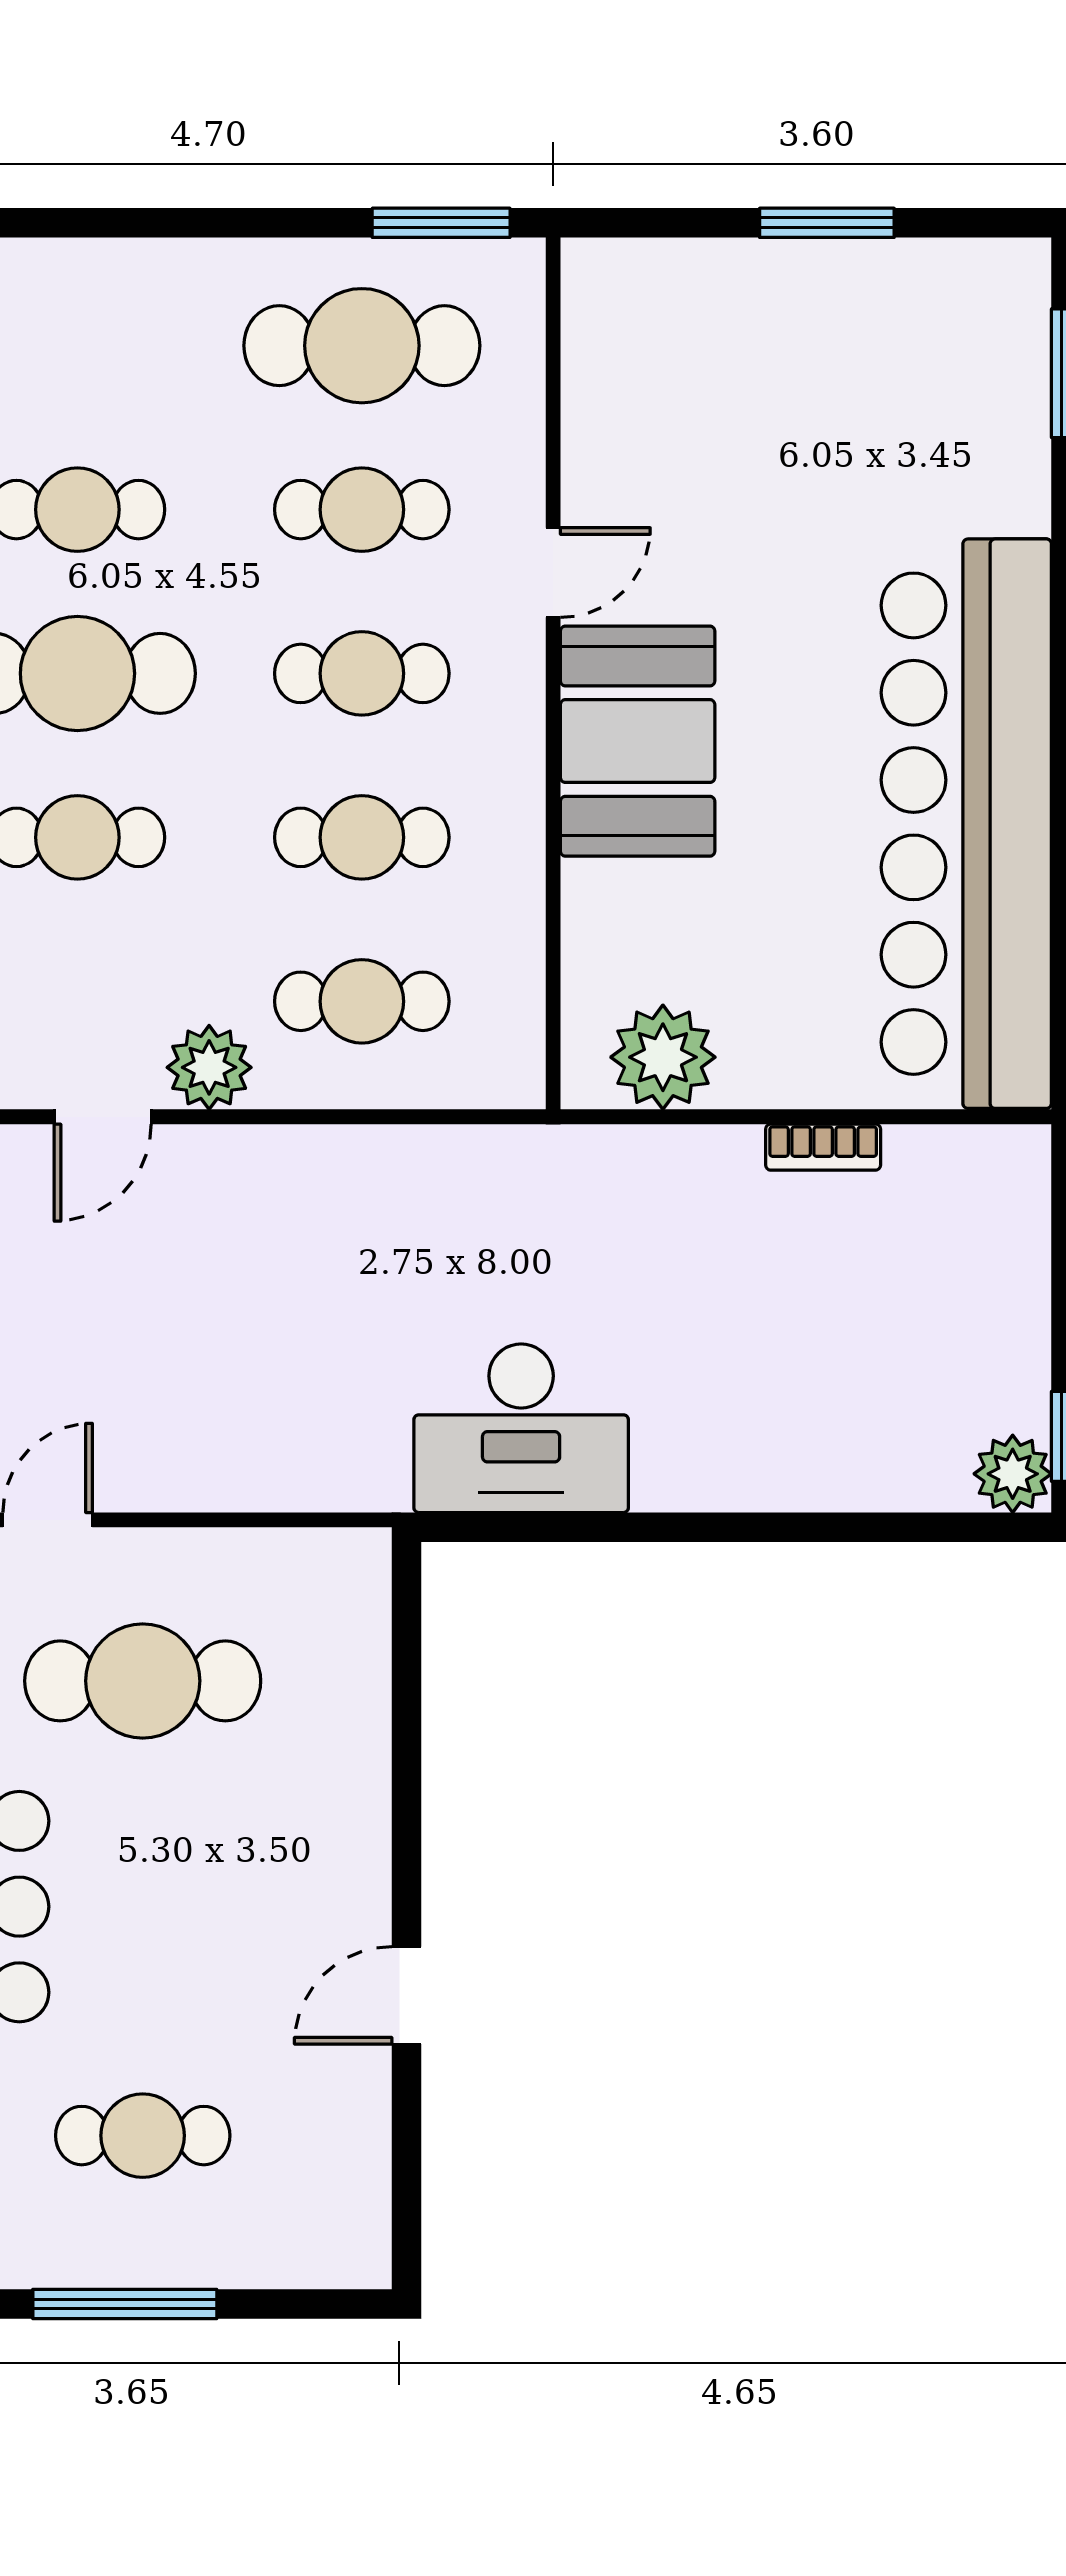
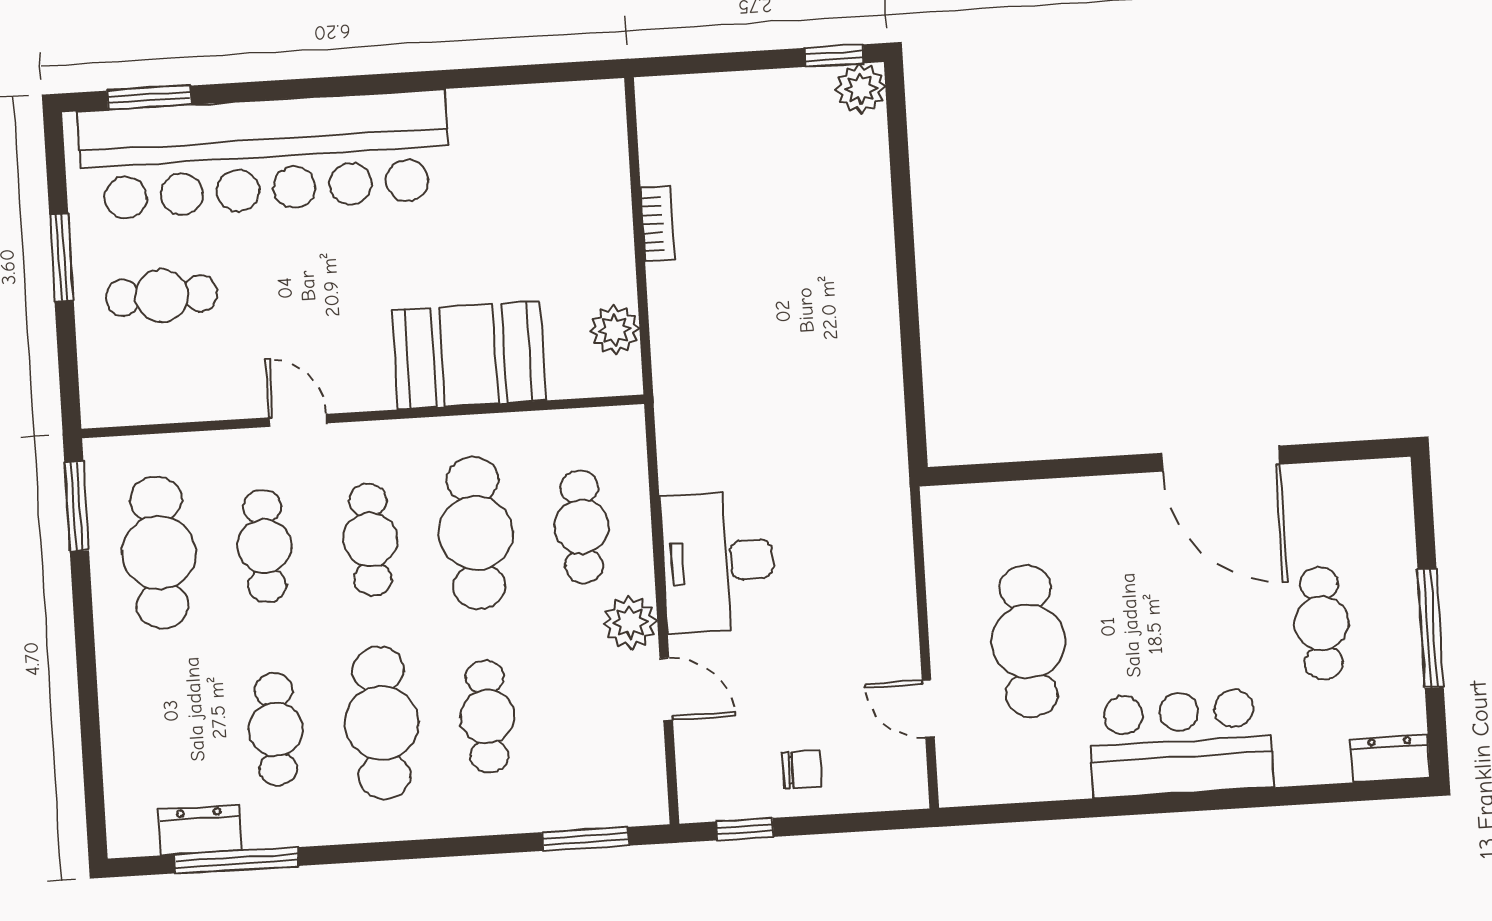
cafe table: (759, 374) -> (161, 296), added
booth: (638, 741) -> (469, 355), moved
bar counter: (966, 824) -> (264, 155), moved
cafe table: (362, 837) -> (476, 533), width x1.37, depth x1.35
plant: (663, 1057) -> (615, 330), width x0.73, depth x0.73
desk: (521, 1428) -> (718, 562), moved, turned 180
door: (407, 1995) -> (1221, 459), width x1.87

